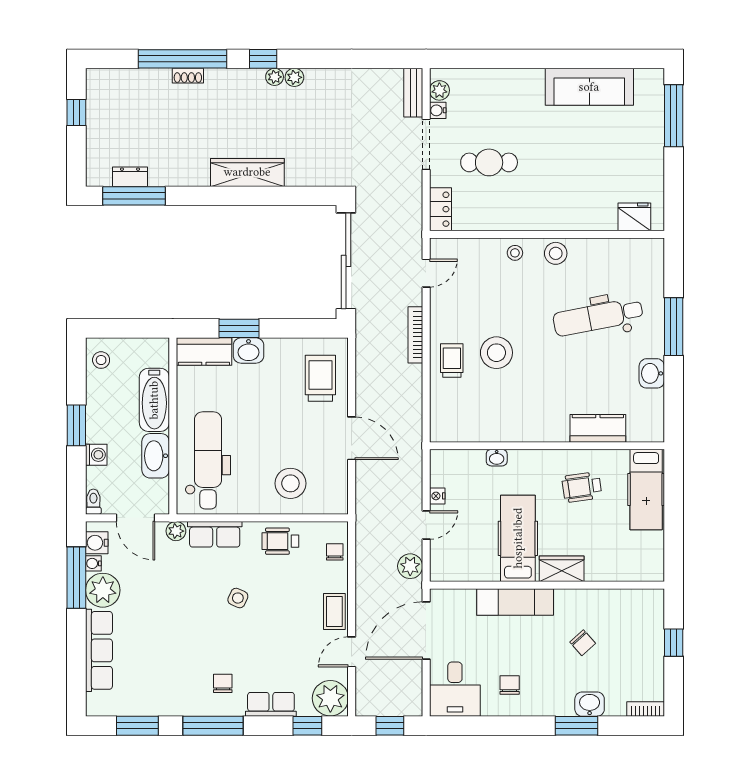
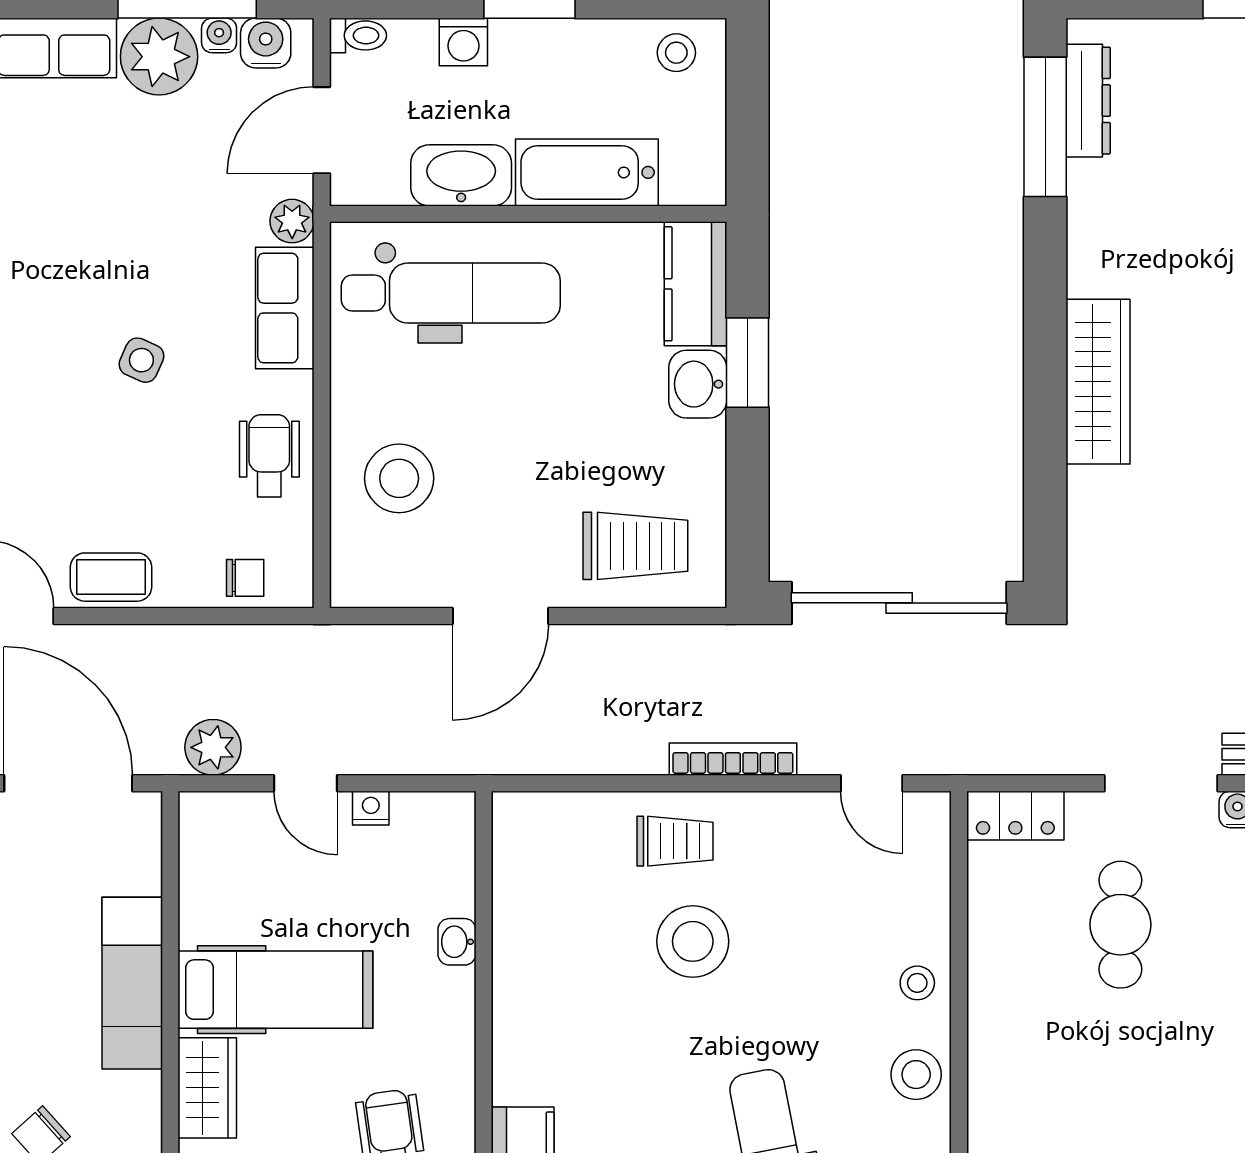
dresser: (130, 177) -> (1088, 101), width x1.44

